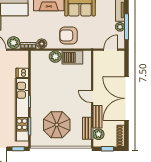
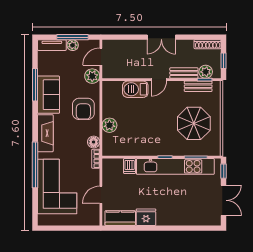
plant: (14, 43) -> (92, 76), moved
door: (111, 50) -> (101, 57), hinge flipped
barbecue: (72, 57) -> (135, 89), moved, turned 90
double door: (127, 98) -> (161, 37), width x0.54

